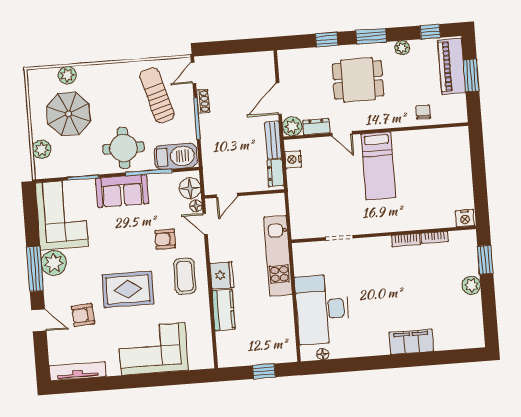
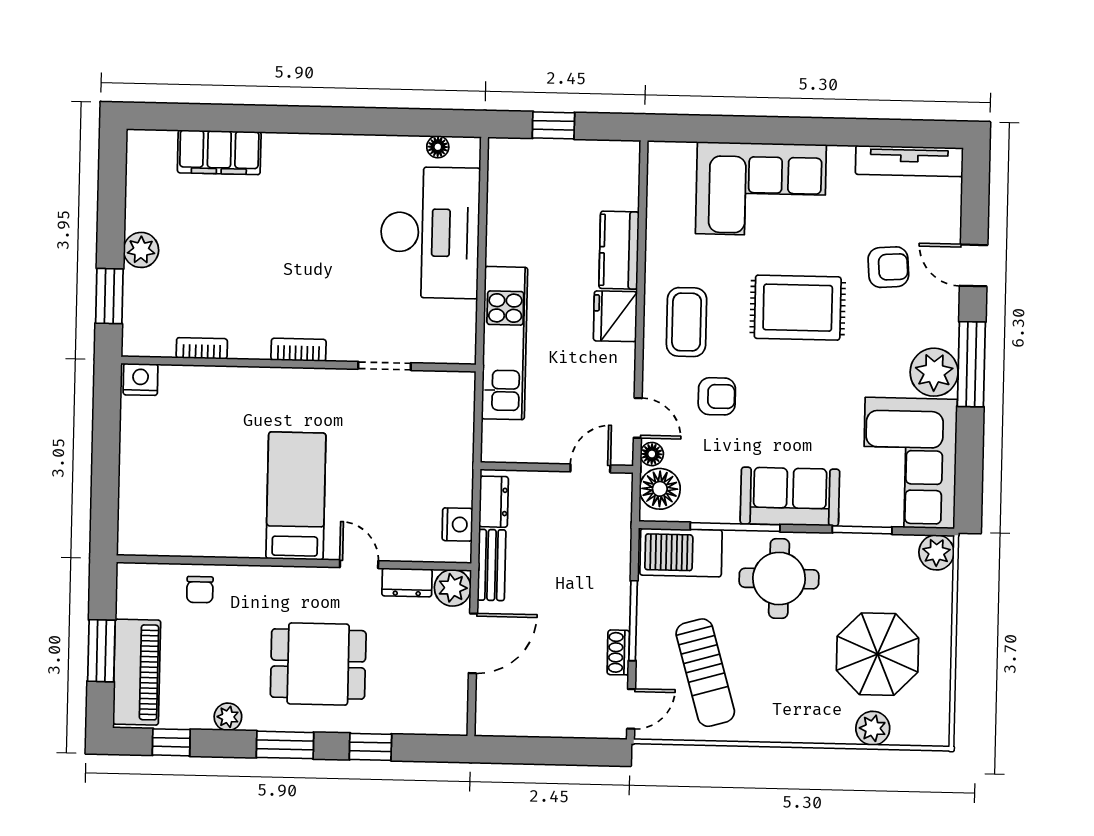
plant: (42, 149) -> (936, 552), moved
bookcase: (406, 240) -> (299, 350), moved
filing cabinet: (411, 342) -> (219, 152), moved

